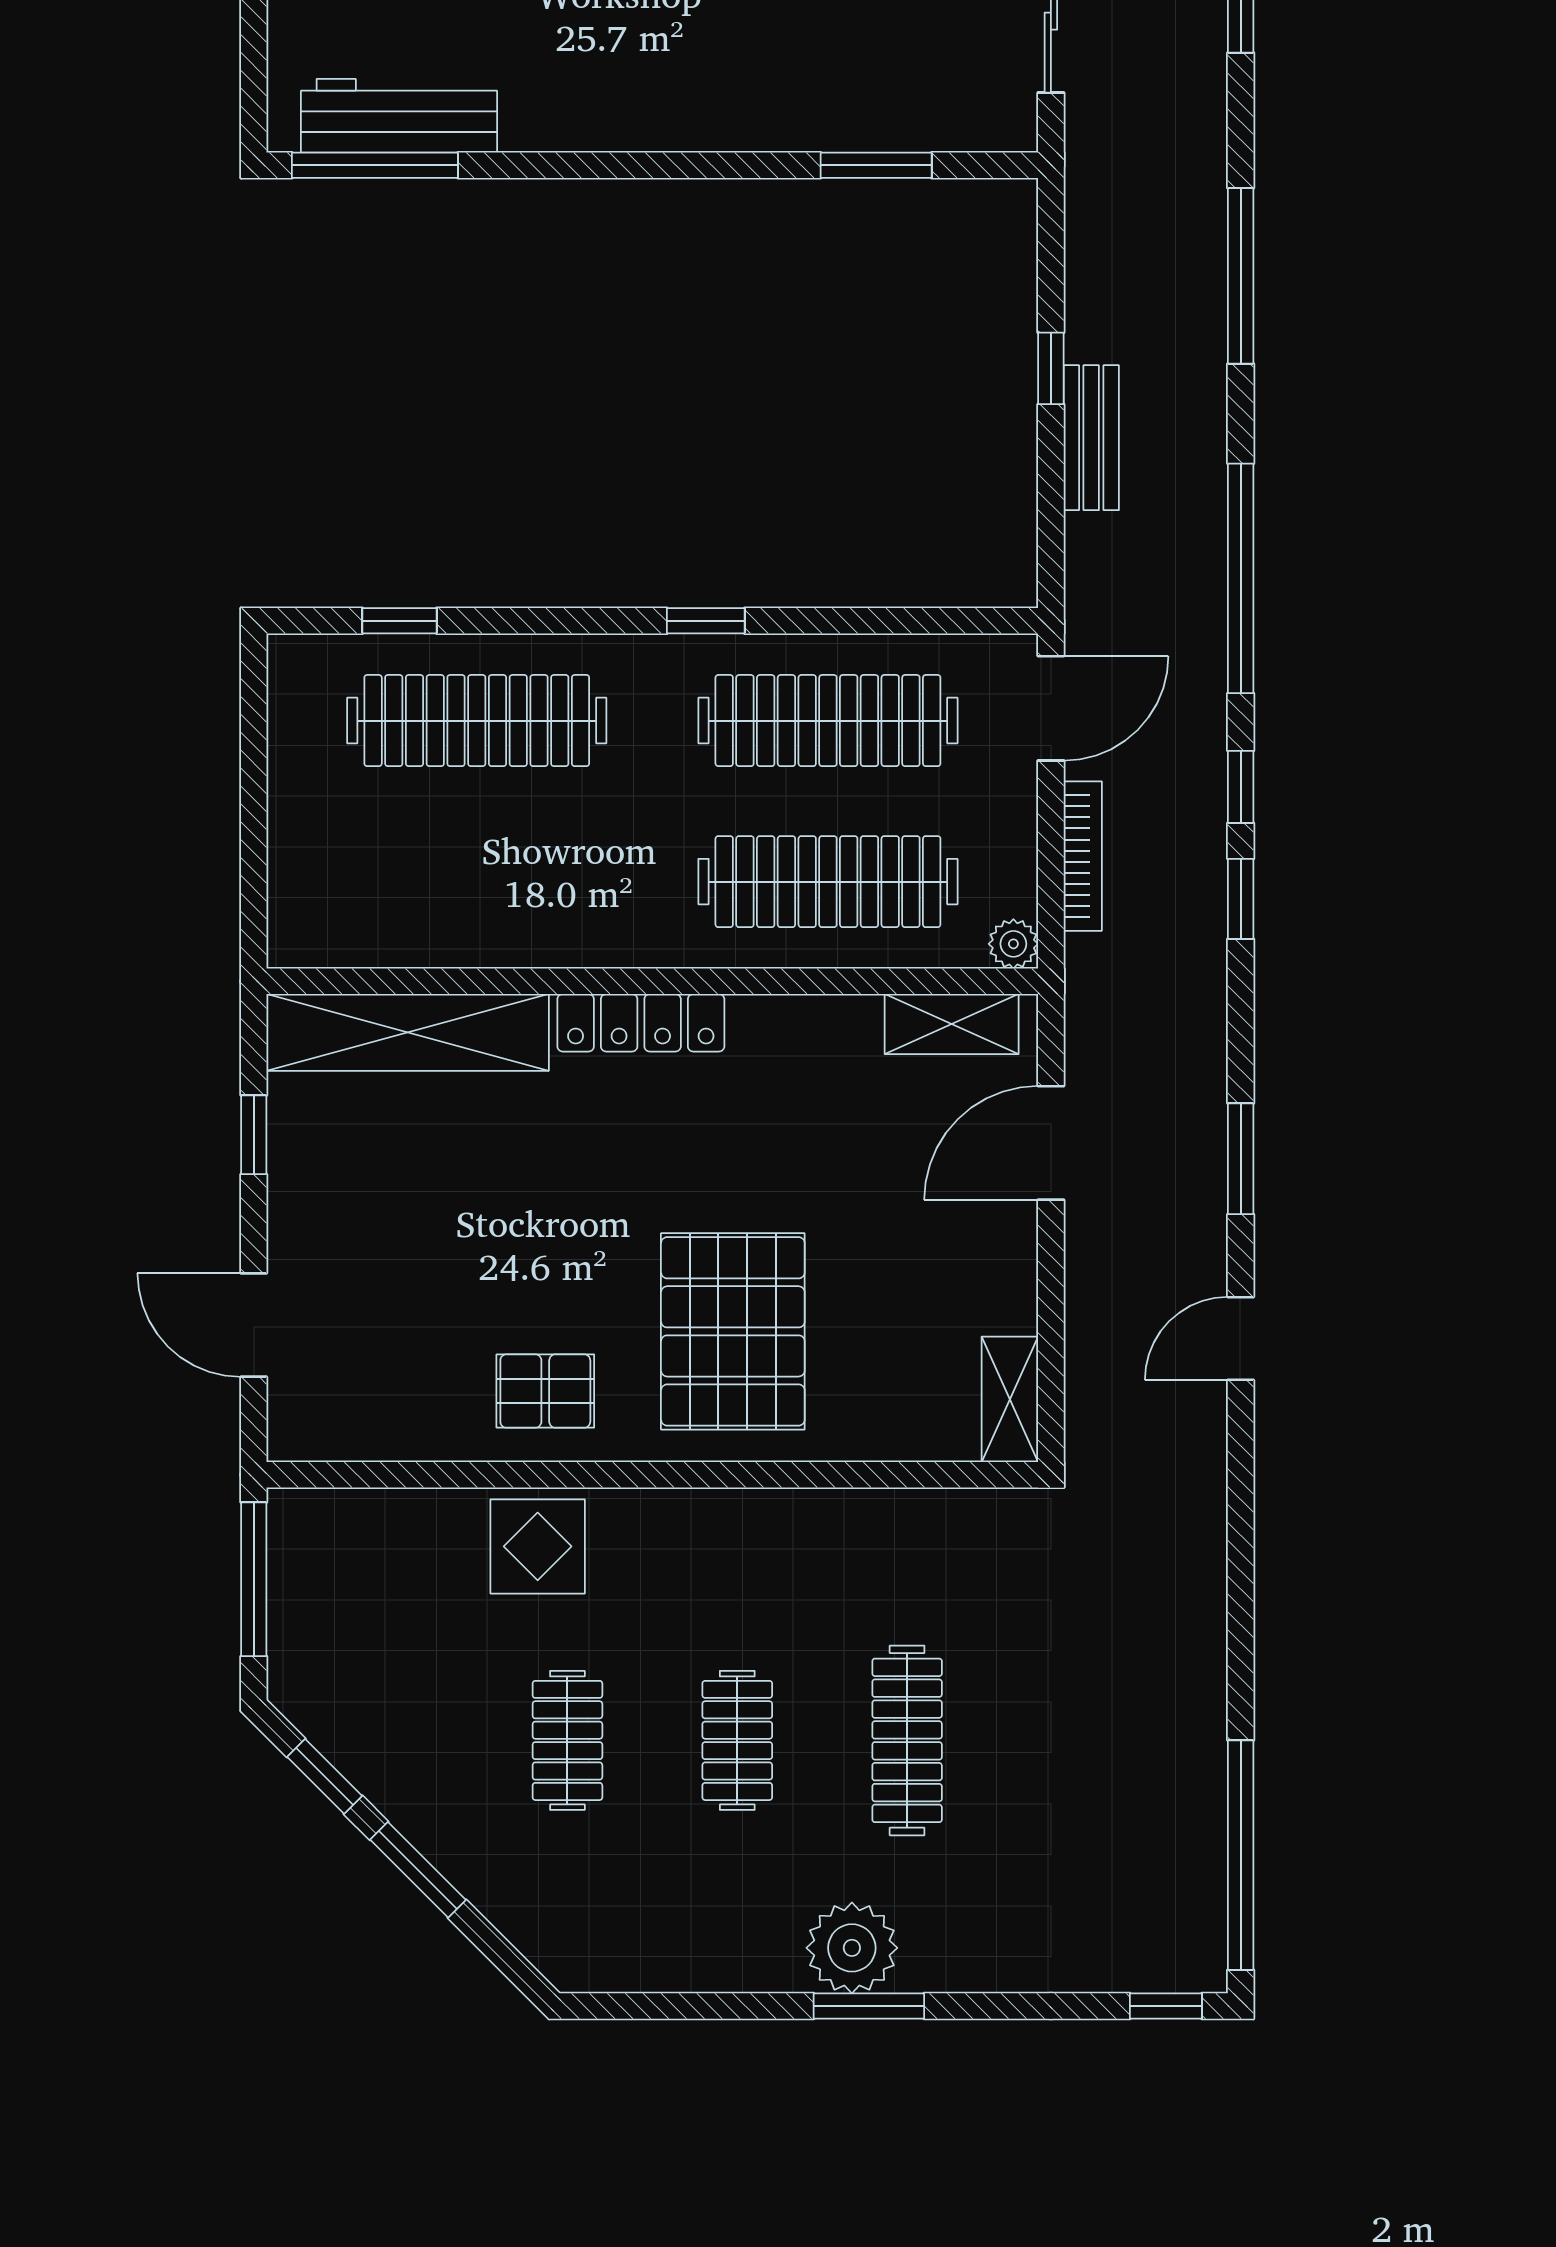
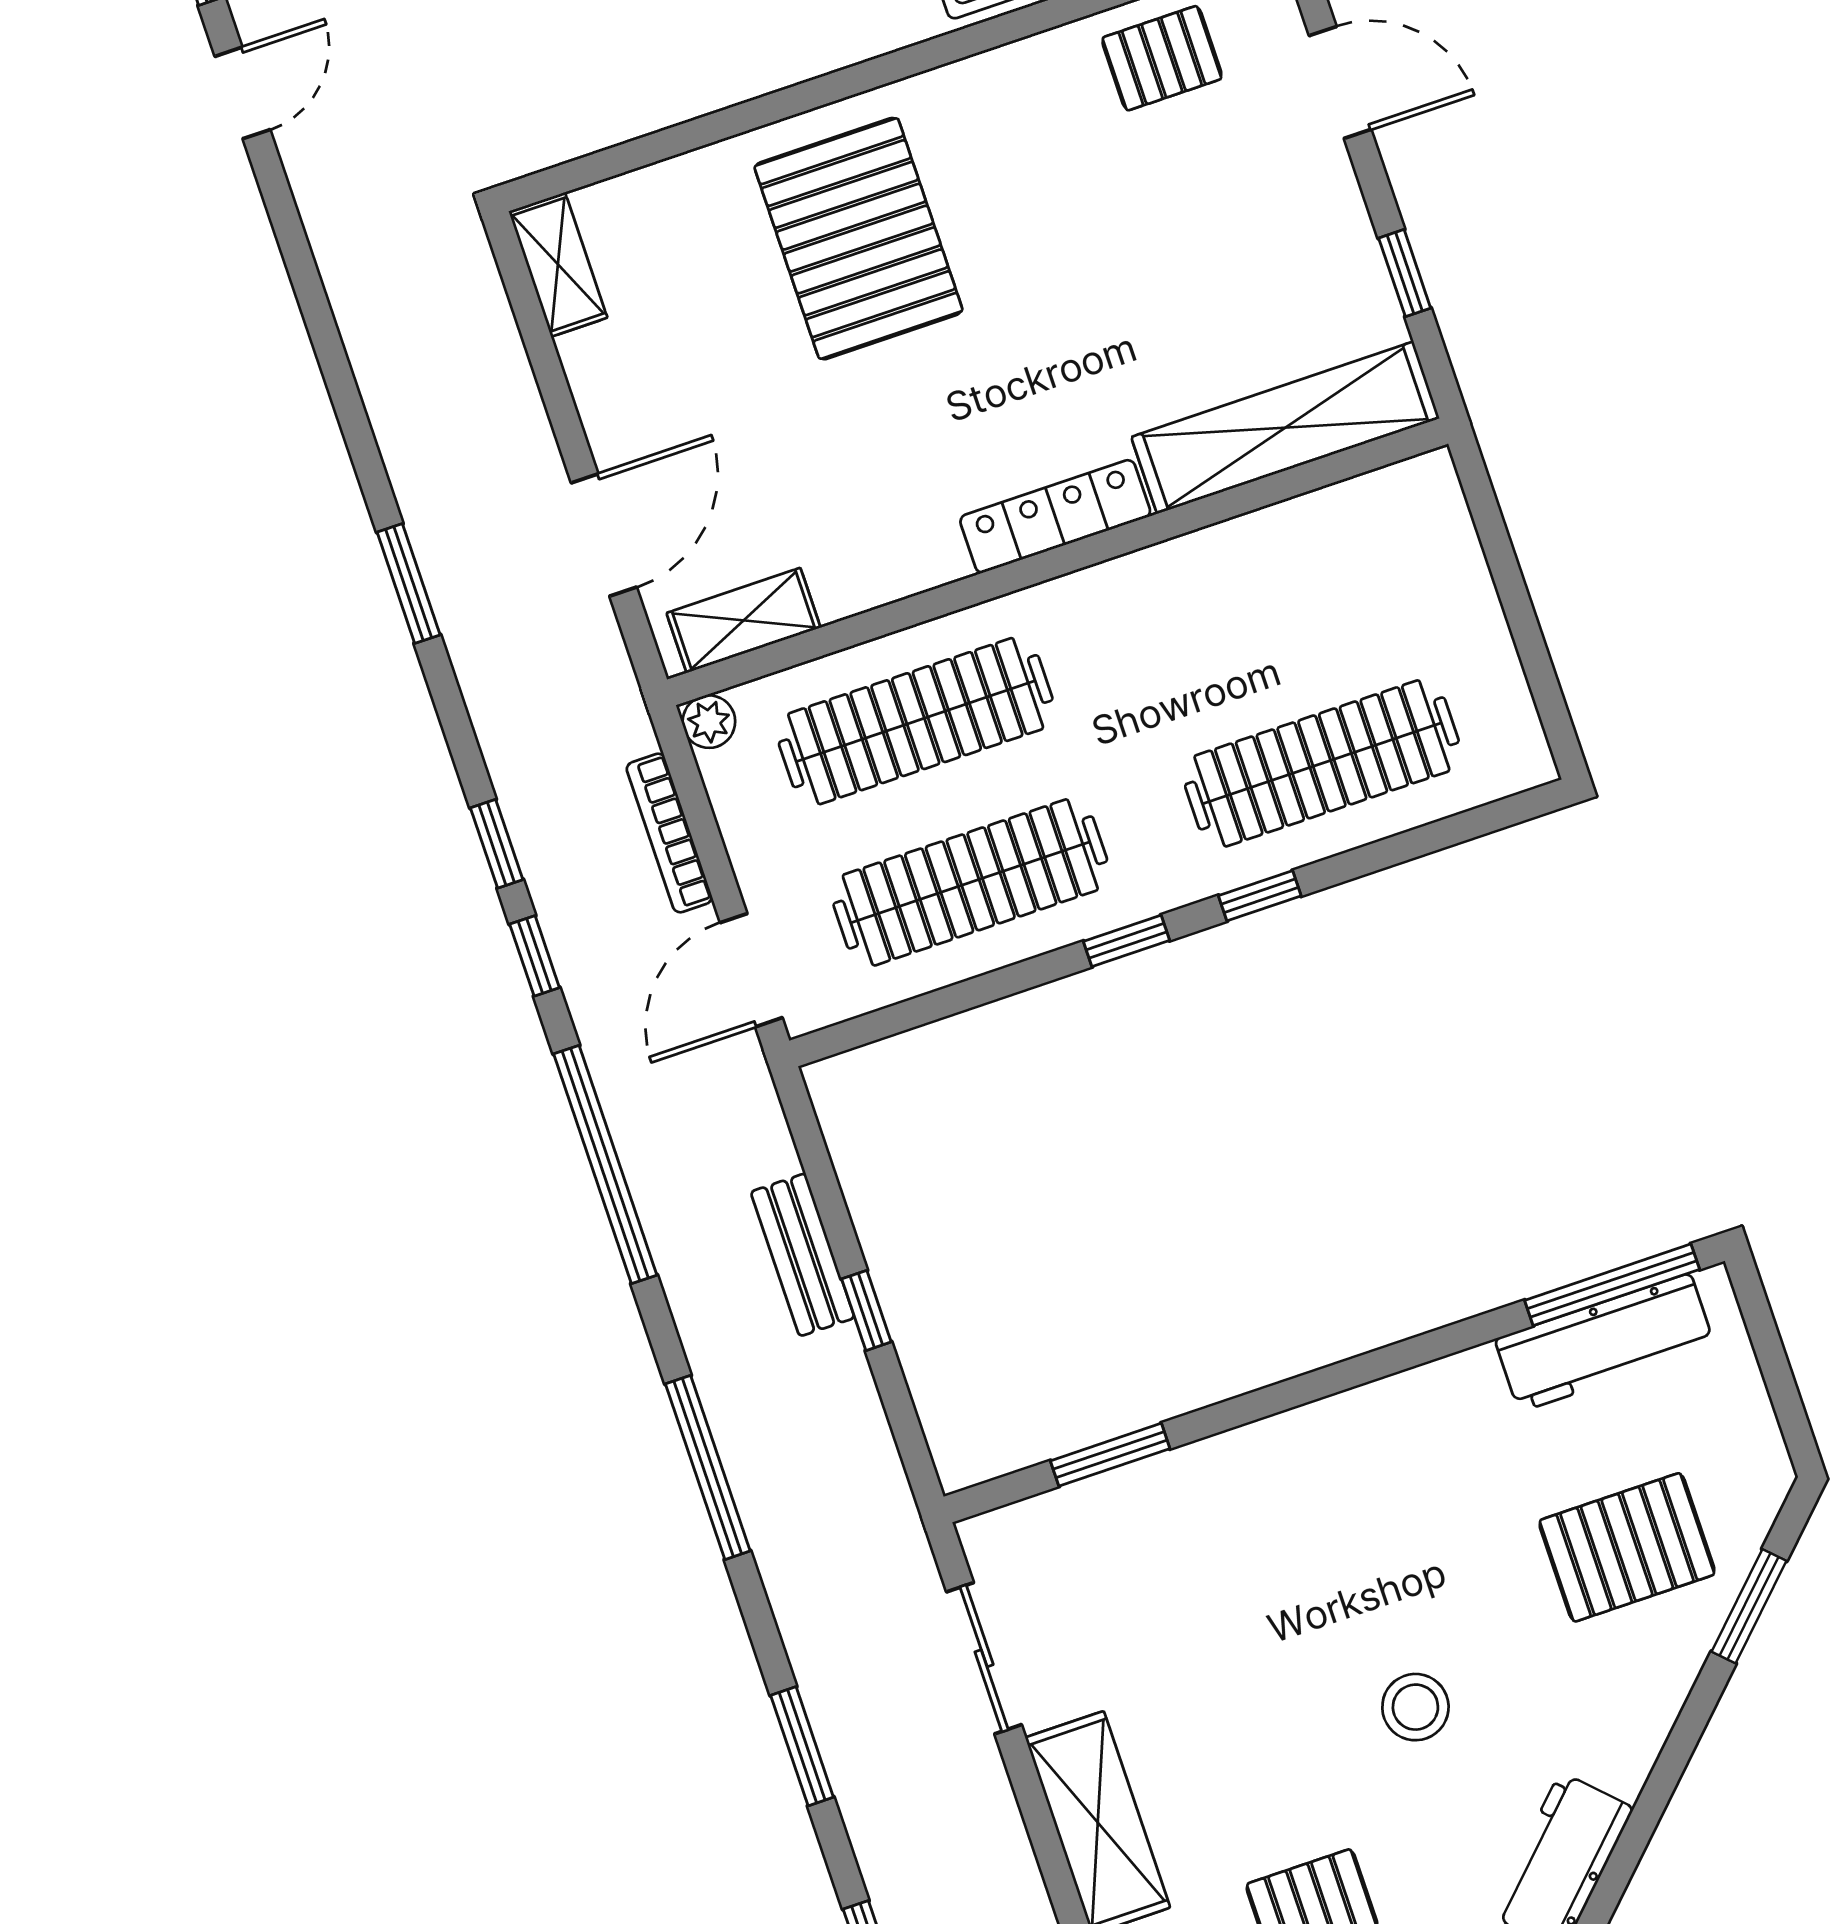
window: (399, 621) -> (1260, 896), moved
door: (1241, 1338) -> (242, 93), moved
pallet: (545, 1391) -> (1162, 58), moved

